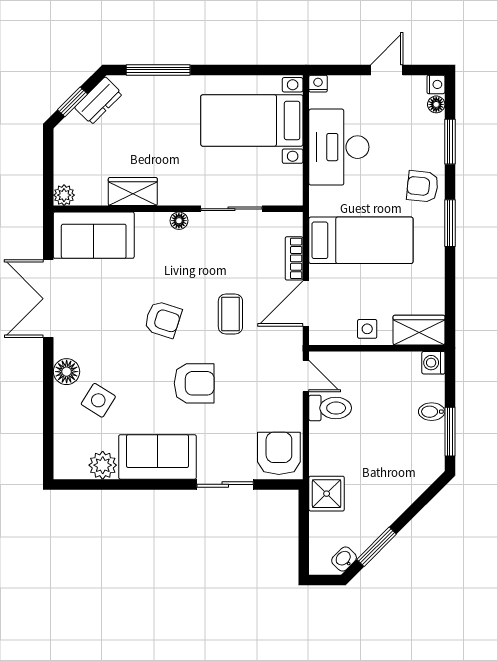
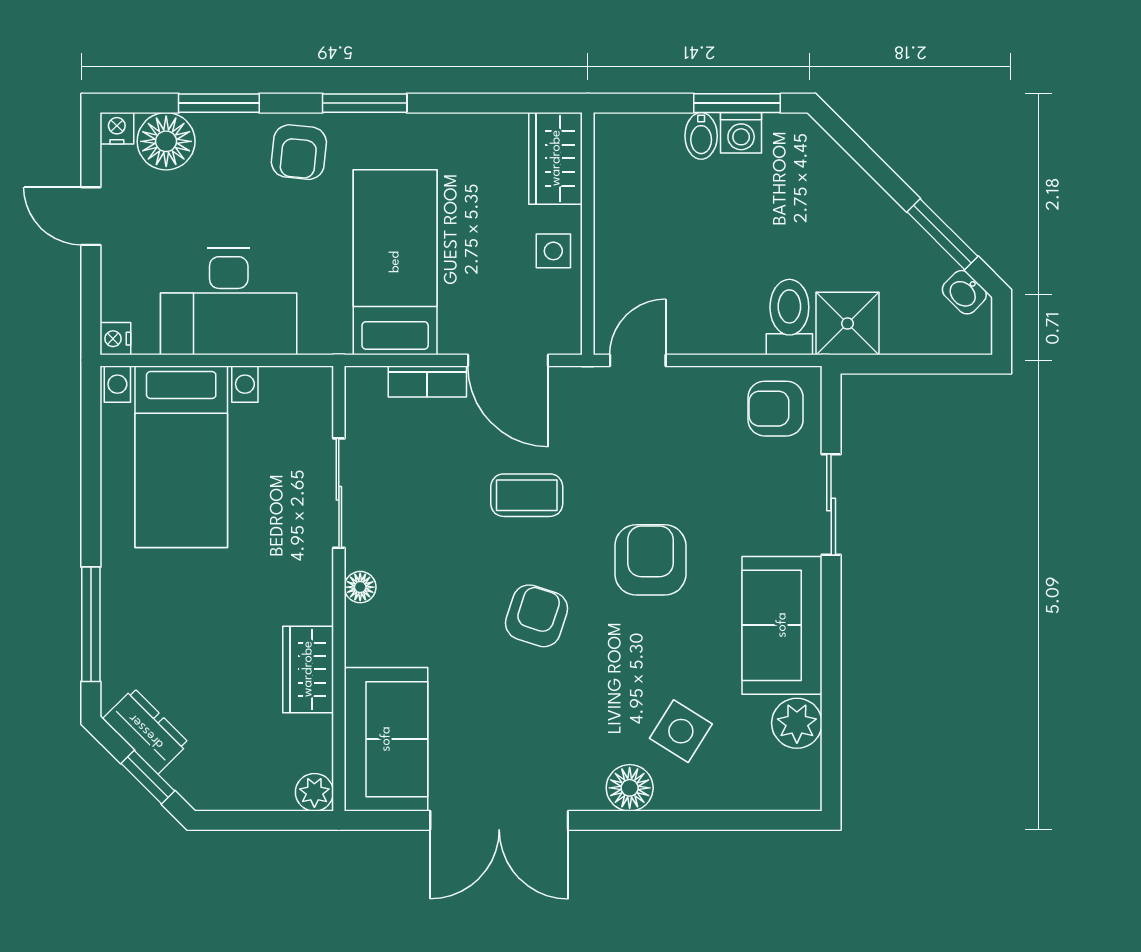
floor lamp: (436, 104) -> (166, 141), width x1.89, depth x1.89
washing machine: (433, 363) -> (741, 133), moved
toilet: (330, 408) -> (789, 317), moved
armchair: (279, 453) -> (776, 409), width x0.72, depth x0.72

